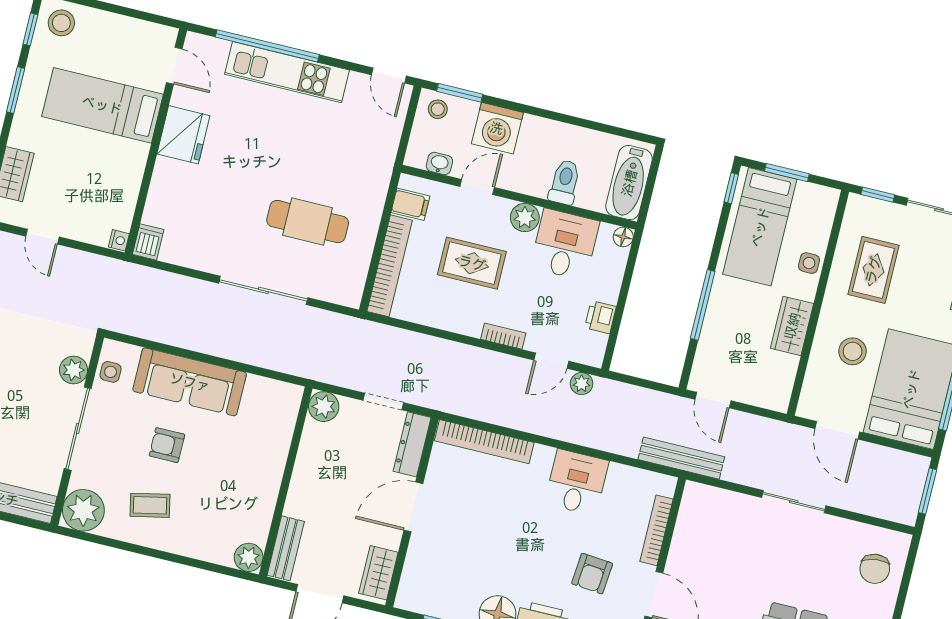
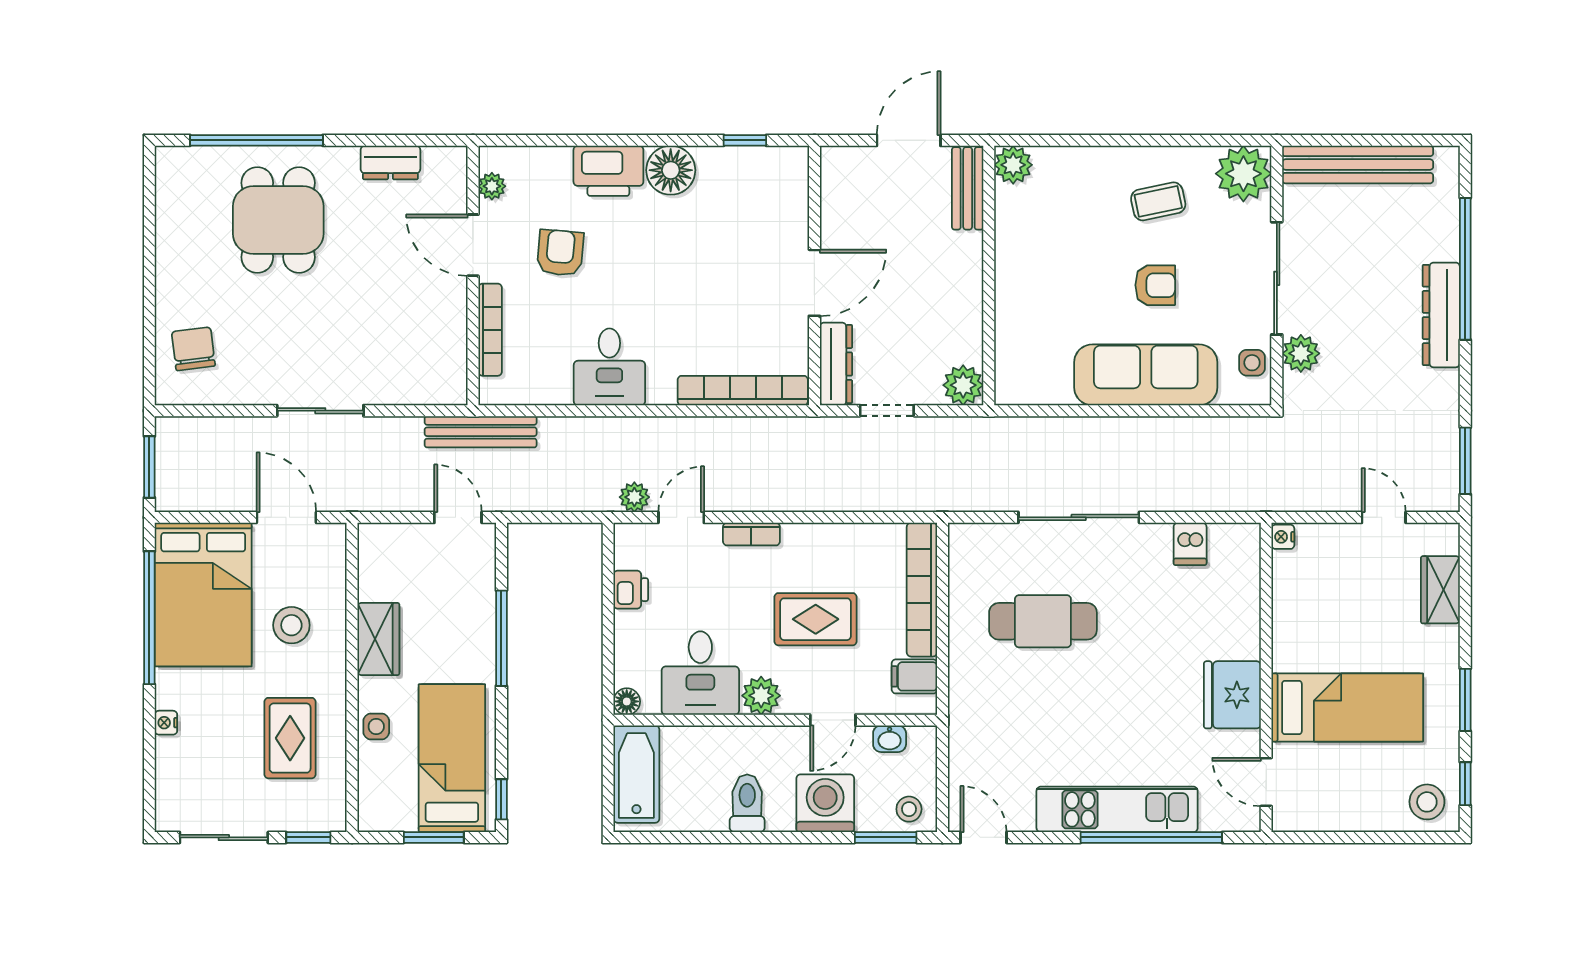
toilet: (565, 182) -> (747, 803), moved, turned 180
dishwasher: (148, 242) -> (1190, 544), moved
wardrobe: (378, 573) -> (839, 186), removed

